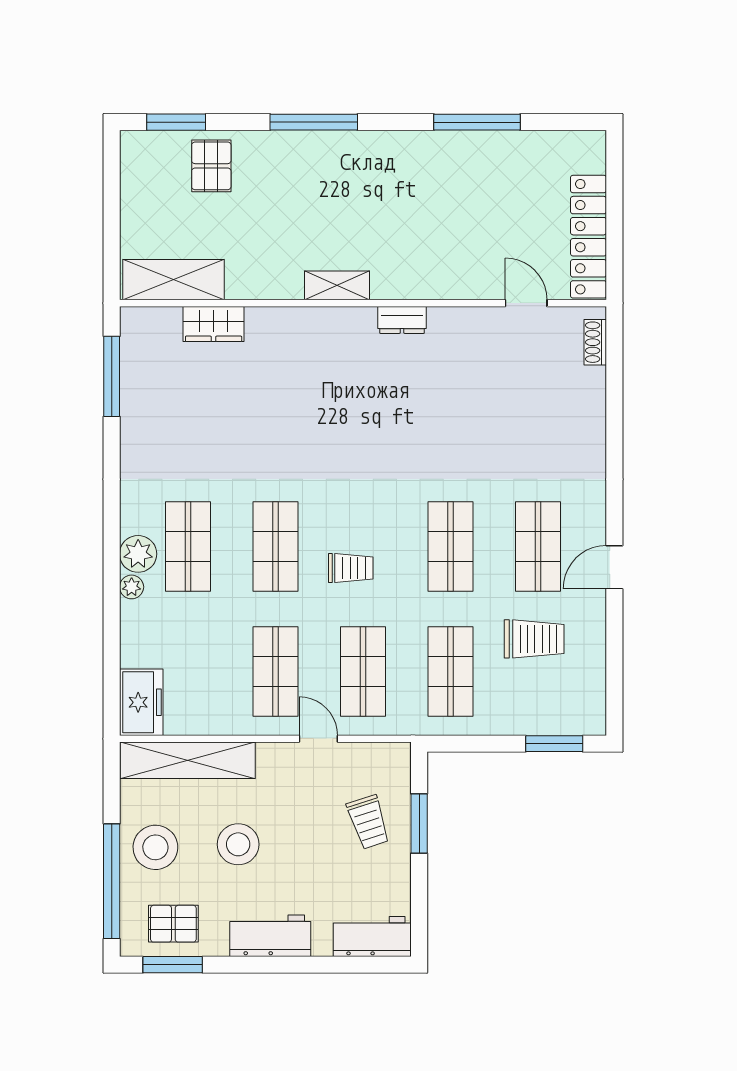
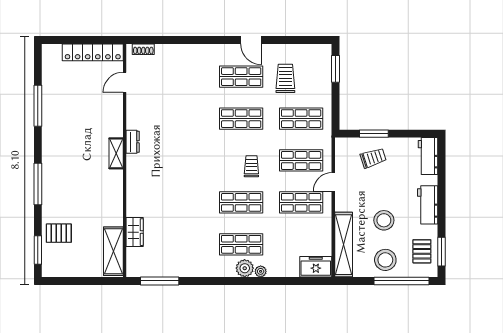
shelving: (337, 285) -> (116, 153), moved

